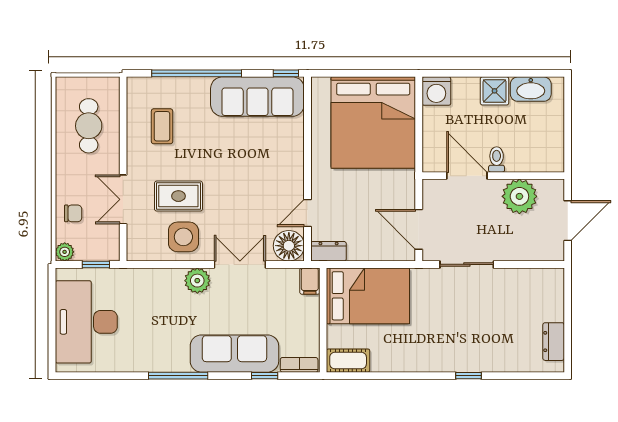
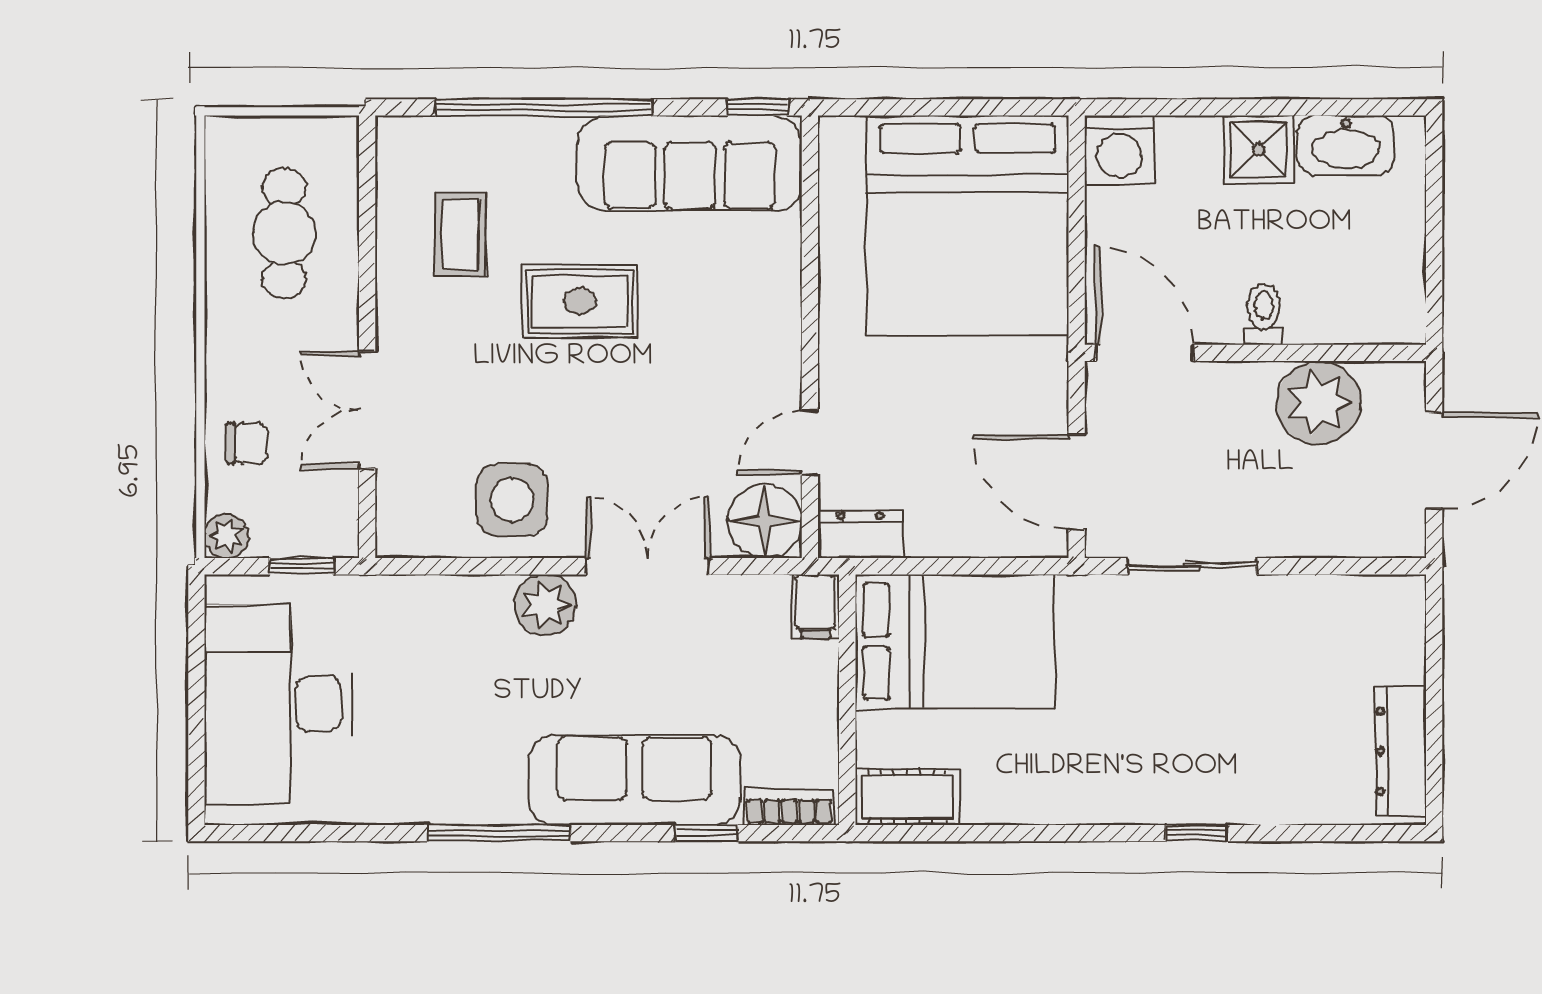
door: (467, 176) -> (1144, 353), moved
rug: (178, 196) -> (580, 301), moved
dresser: (554, 342) -> (1401, 751), width x1.44

